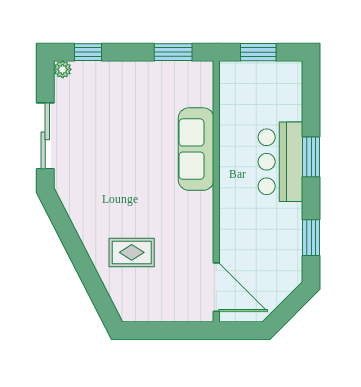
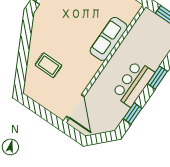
bar counter: (280, 162) -> (133, 83), moved

